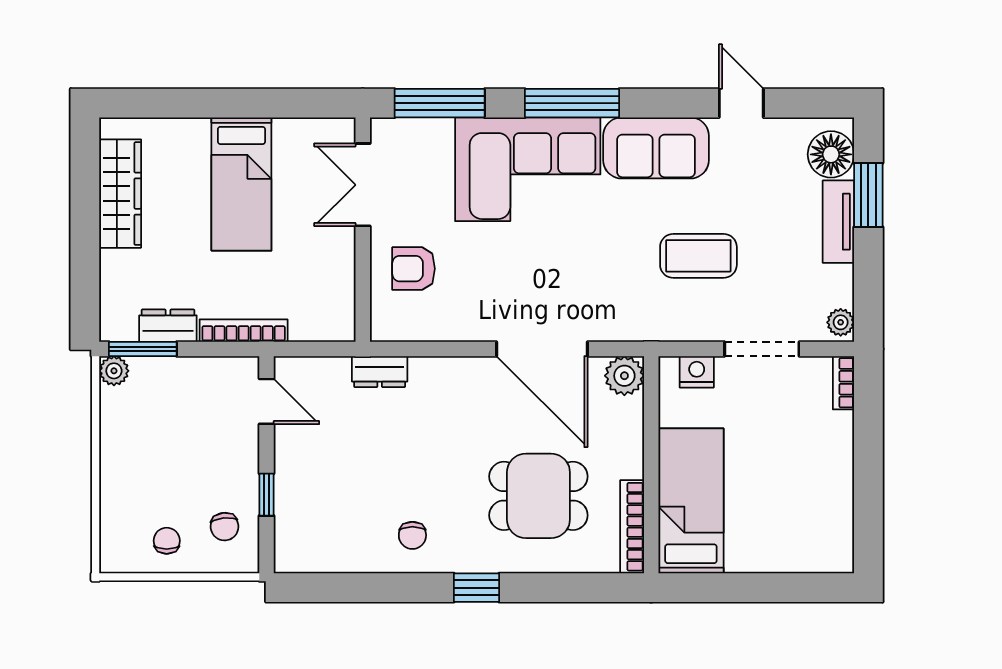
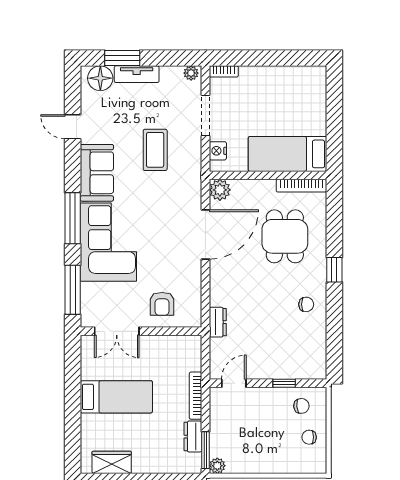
door: (741, 103) -> (73, 127), hinge flipped
wardrobe: (120, 194) -> (112, 462), width x0.67

